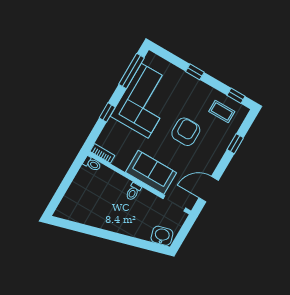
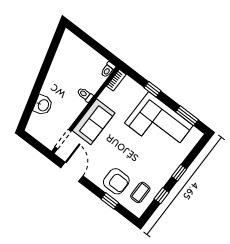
window: (132, 71) -> (187, 116), width x0.69
window: (236, 96) -> (162, 196), moved
armchair: (186, 132) -> (116, 181), moved
toilet: (133, 192) -> (85, 95), moved
washbasin: (162, 236) -> (43, 105), moved

